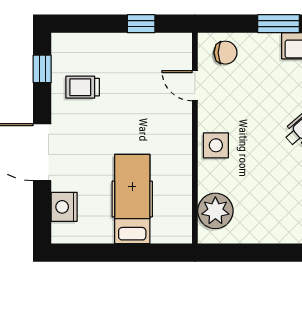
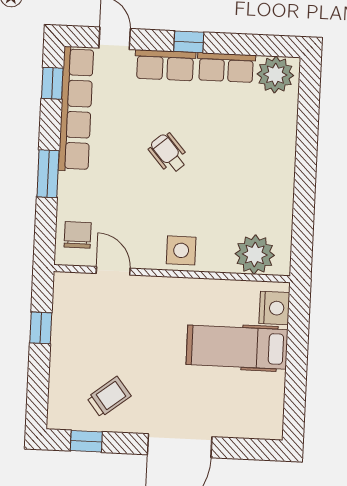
door: (195, 86) -> (113, 271), swing flipped
trolley: (83, 87) -> (109, 397), turned -128
nightstand: (64, 207) -> (274, 308), moved, turned -90

